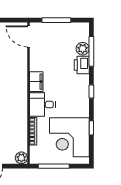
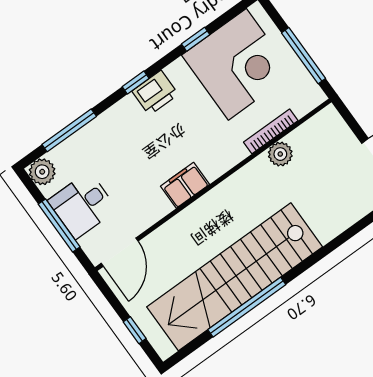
plant: (83, 49) -> (42, 172), moved
printer: (82, 65) -> (155, 93), moved
desk: (42, 105) -> (82, 205), moved, turned 90
plant: (21, 158) -> (280, 154), moved

